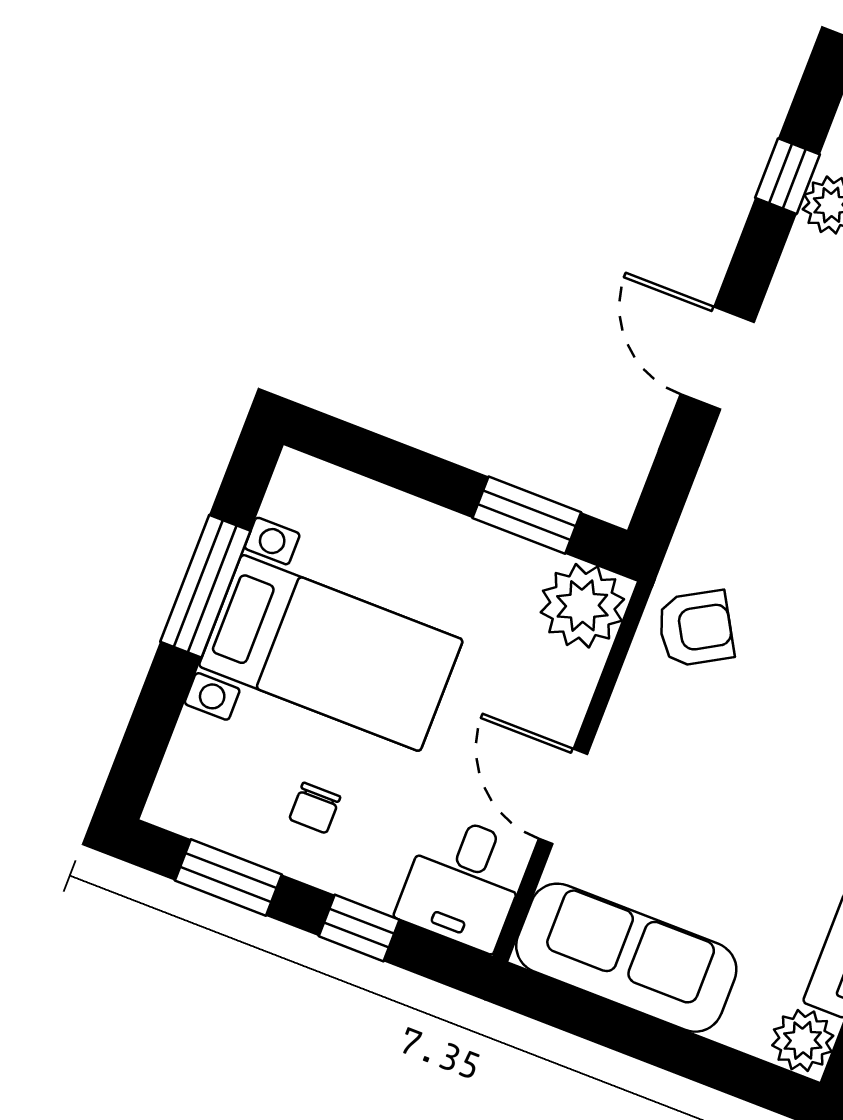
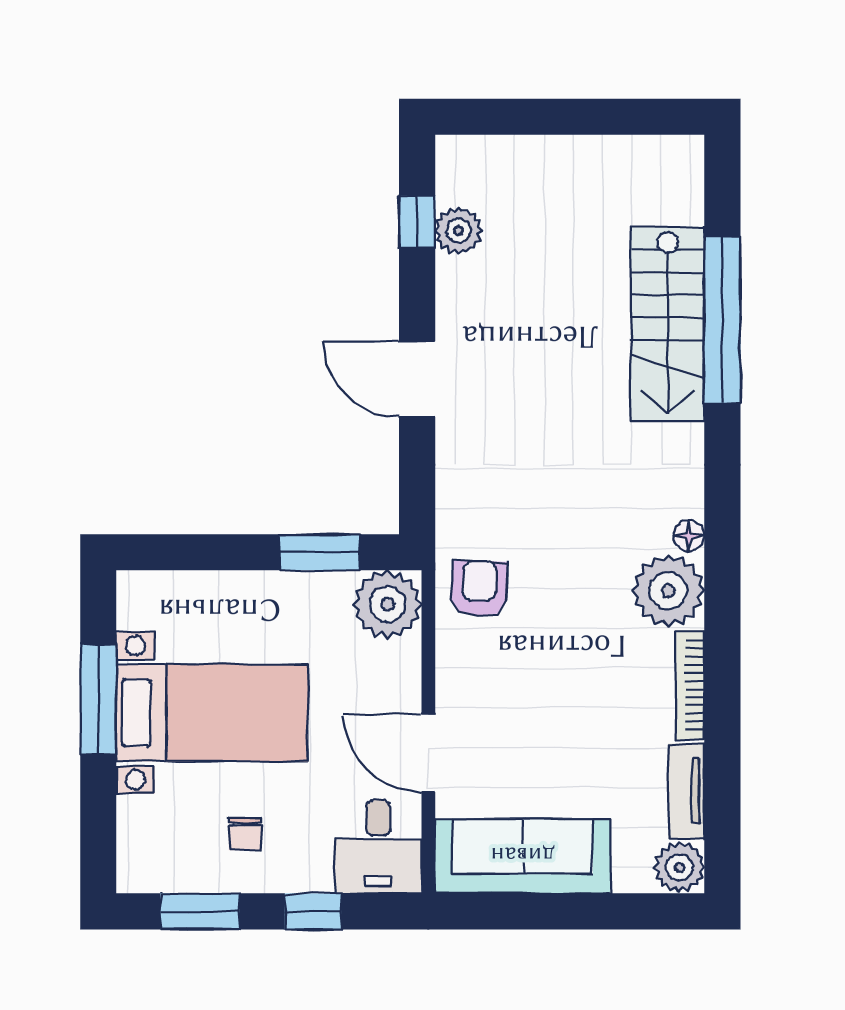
armchair: (696, 629) -> (479, 589), turned -58

